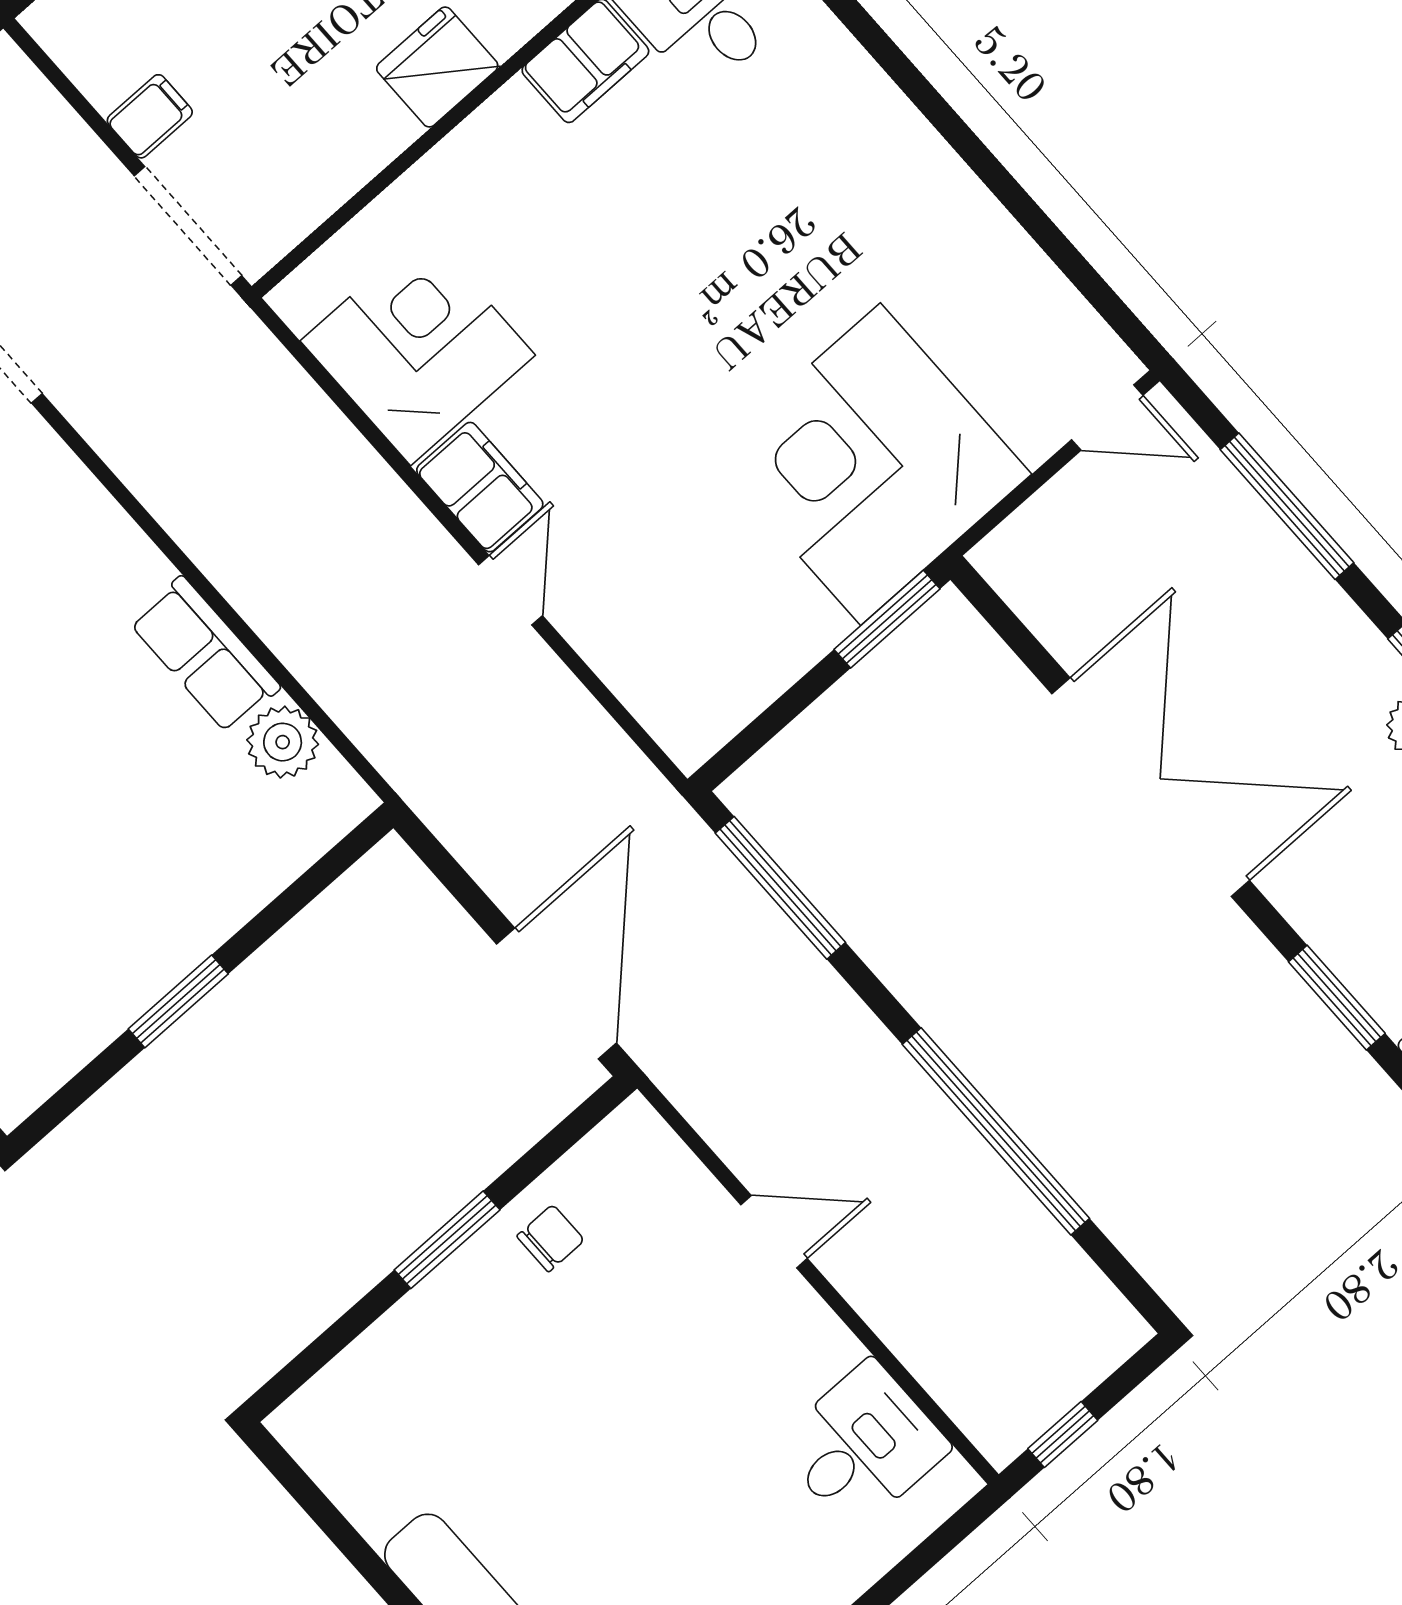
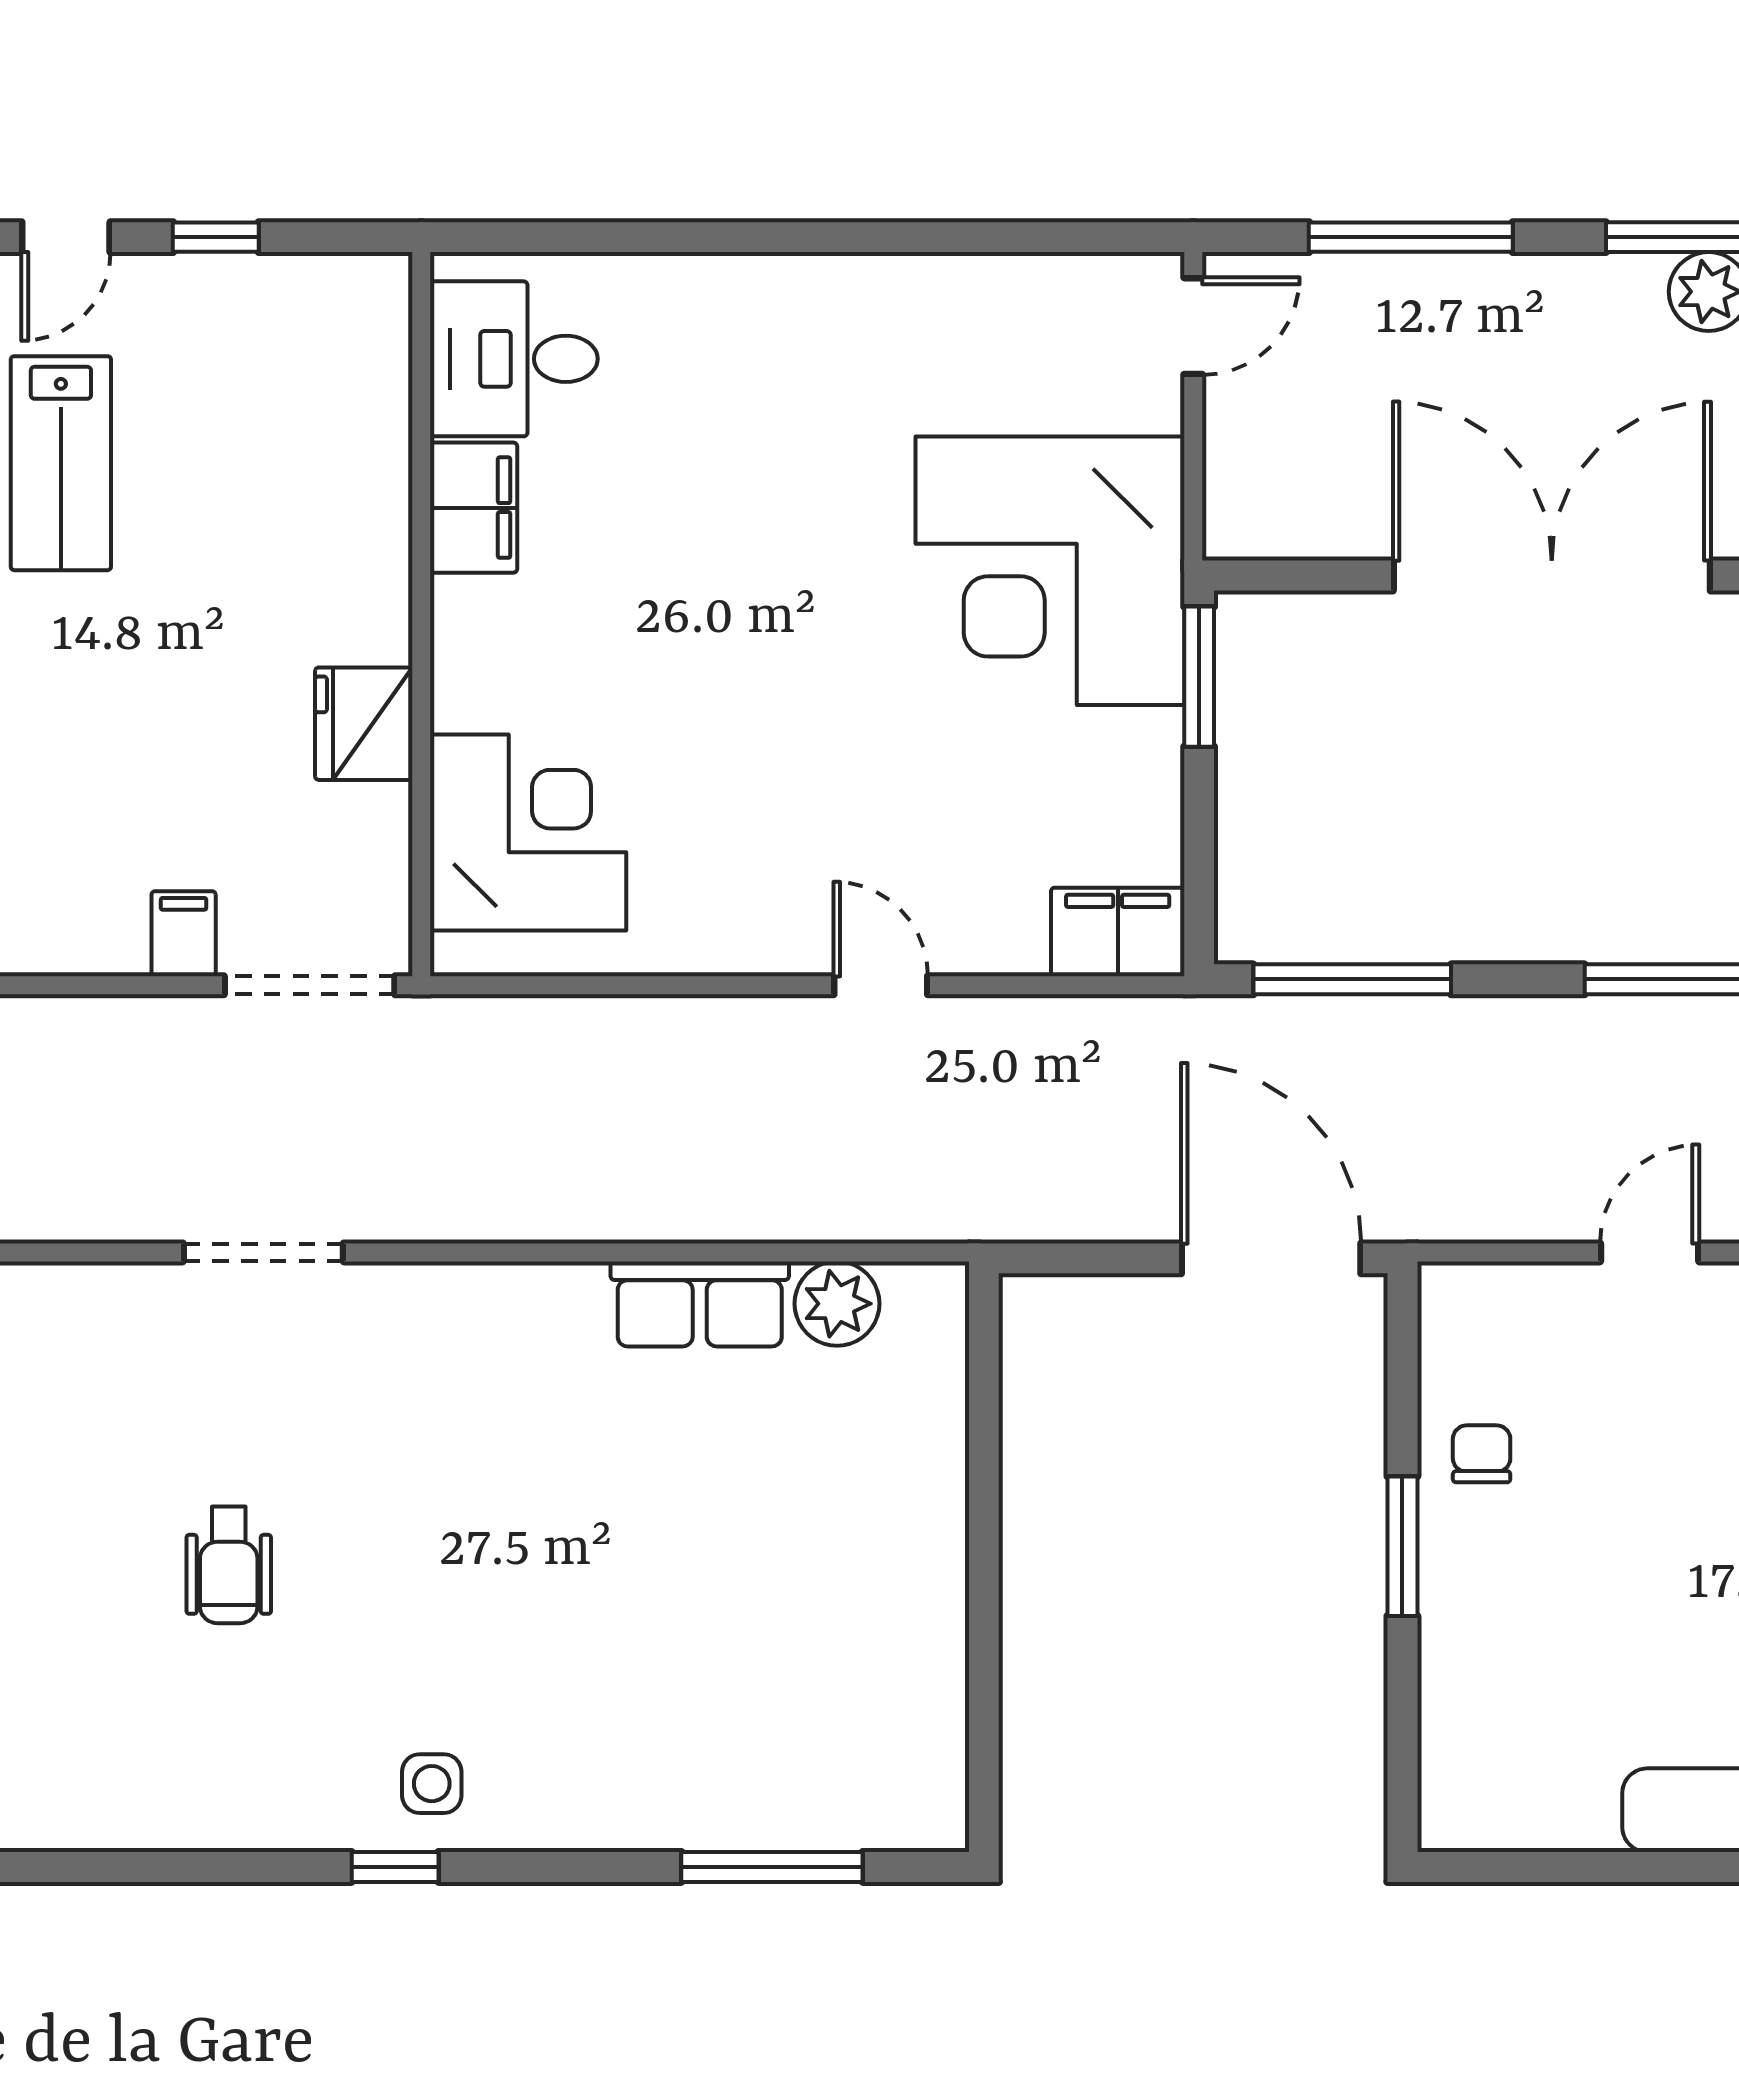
fridge: (437, 67) -> (364, 724), moved
corner desk: (418, 348) -> (528, 832), moved, turned 90
filing cabinet: (480, 487) -> (1118, 932), moved
window: (178, 1001) -> (984, 1597), removed

